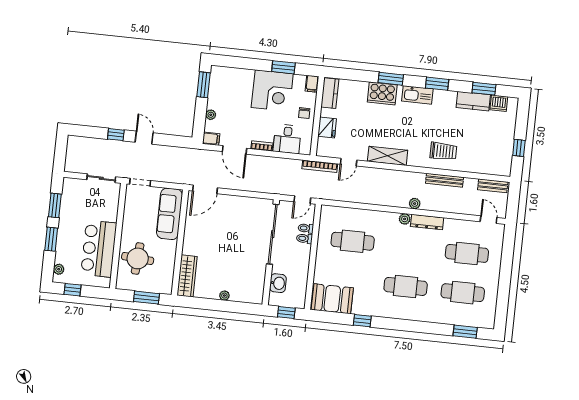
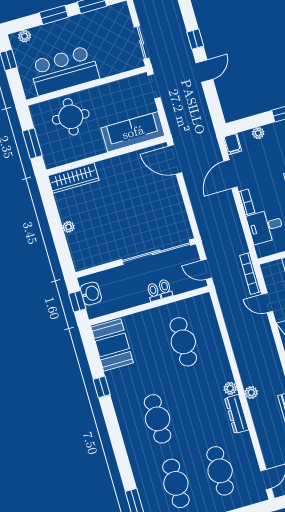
toilet: (306, 228) -> (154, 292), moved
washbasin: (278, 283) -> (91, 294), moved, turned -90

